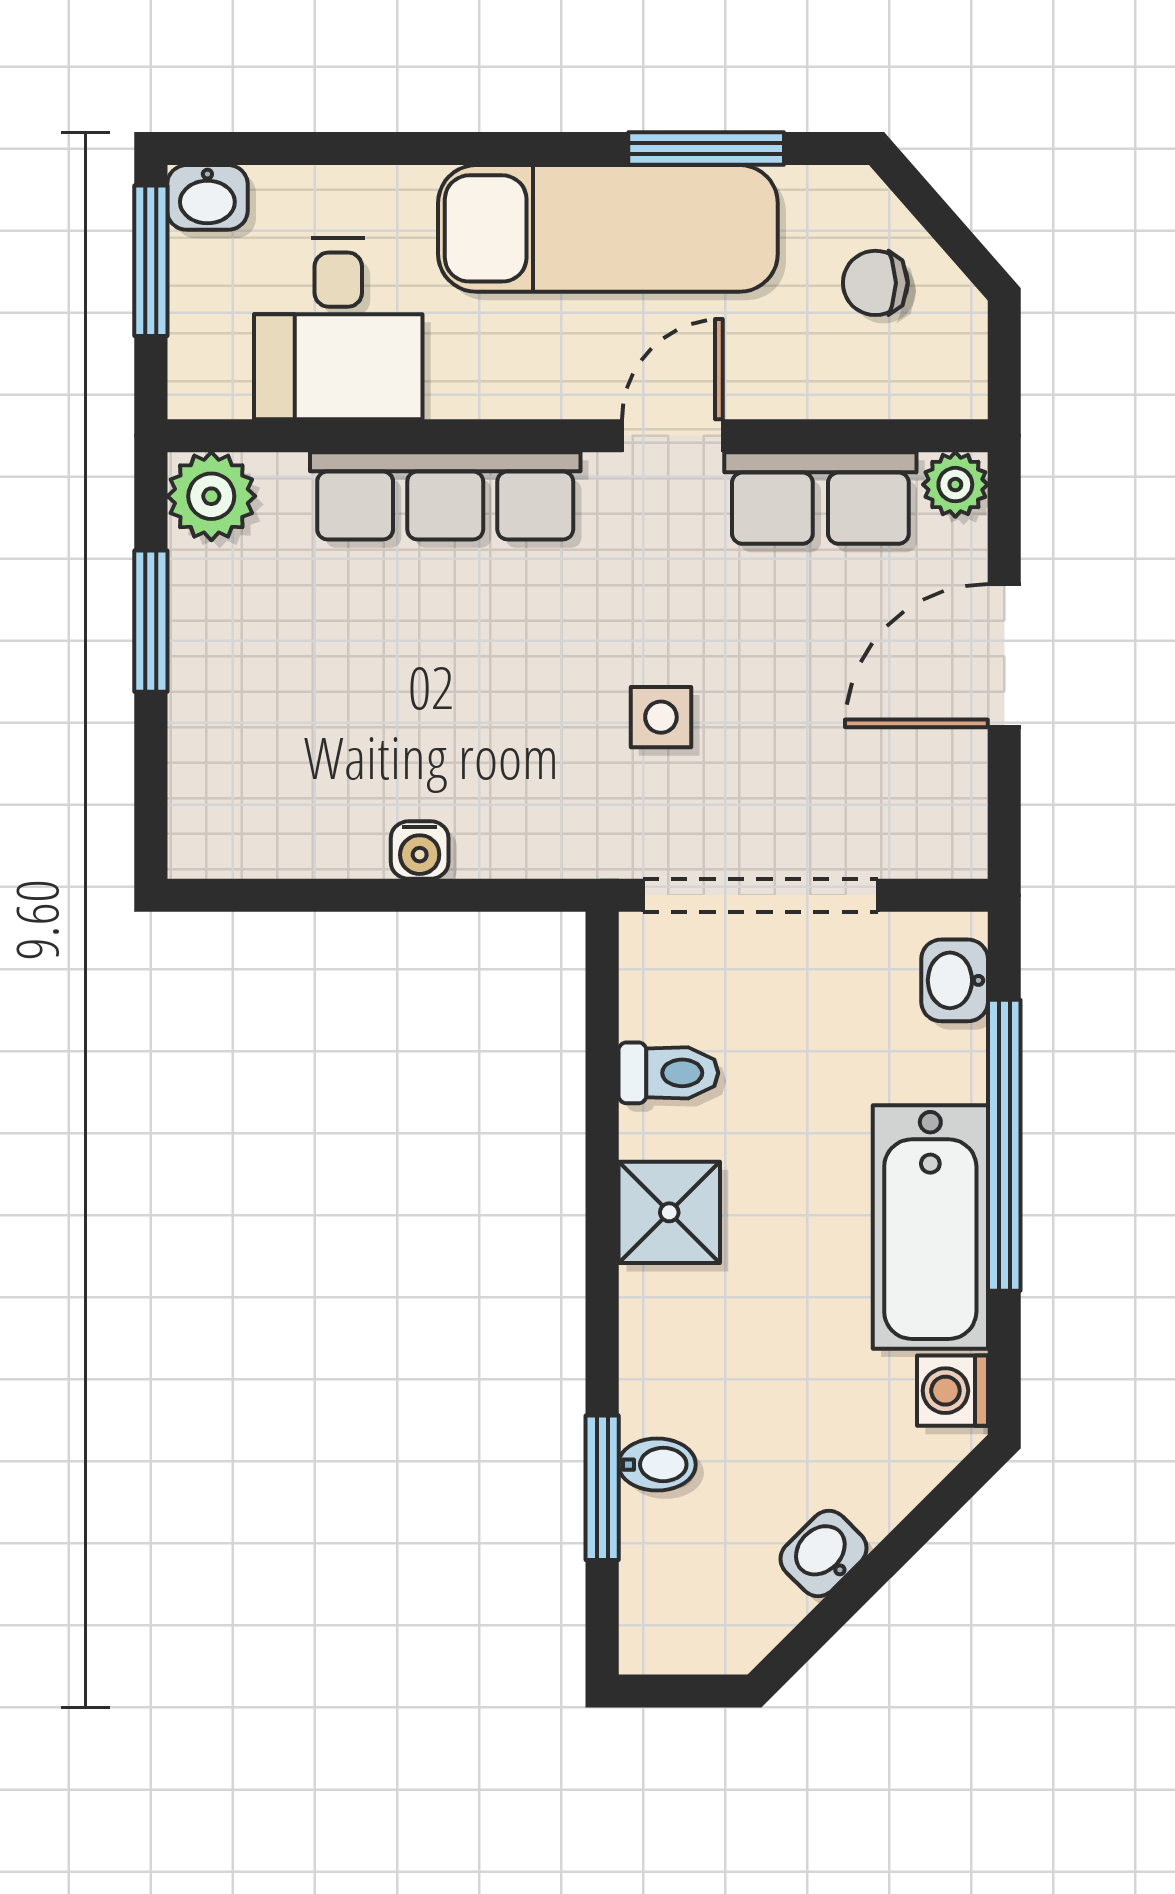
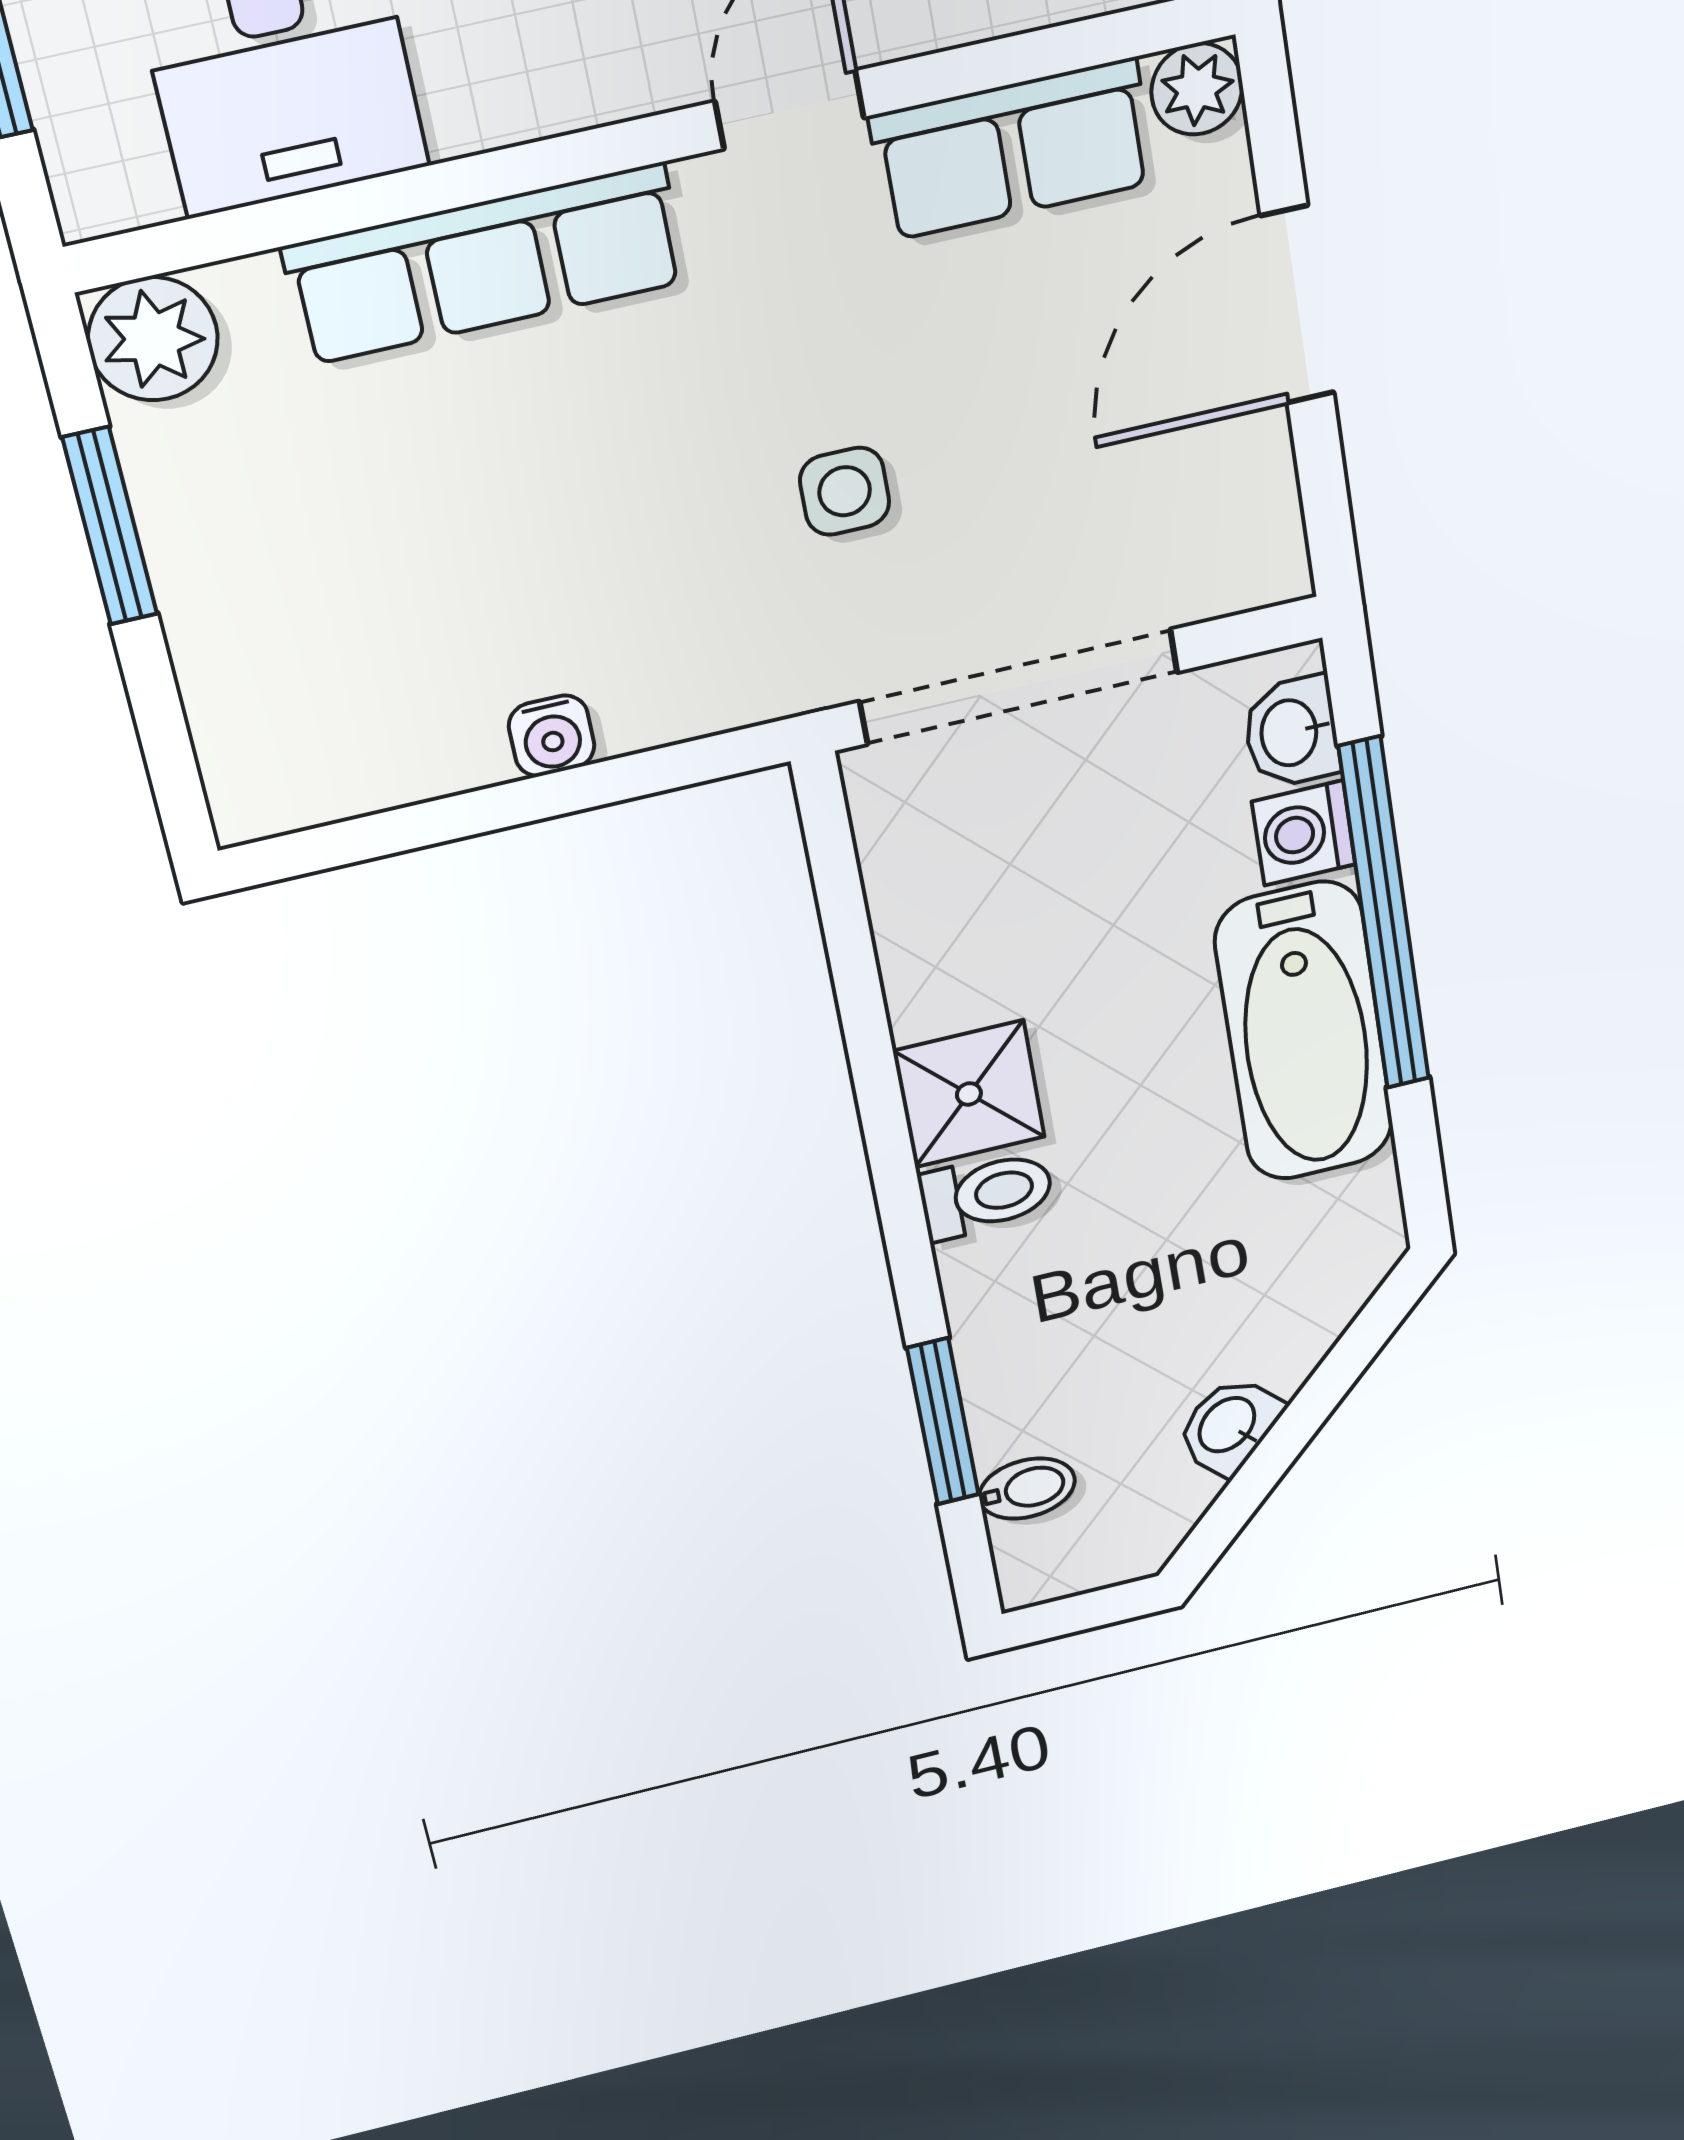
toilet: (668, 1073) -> (986, 1194), moved
washing machine: (952, 1391) -> (1304, 833), moved
bidet: (657, 1465) -> (1027, 1489), moved

